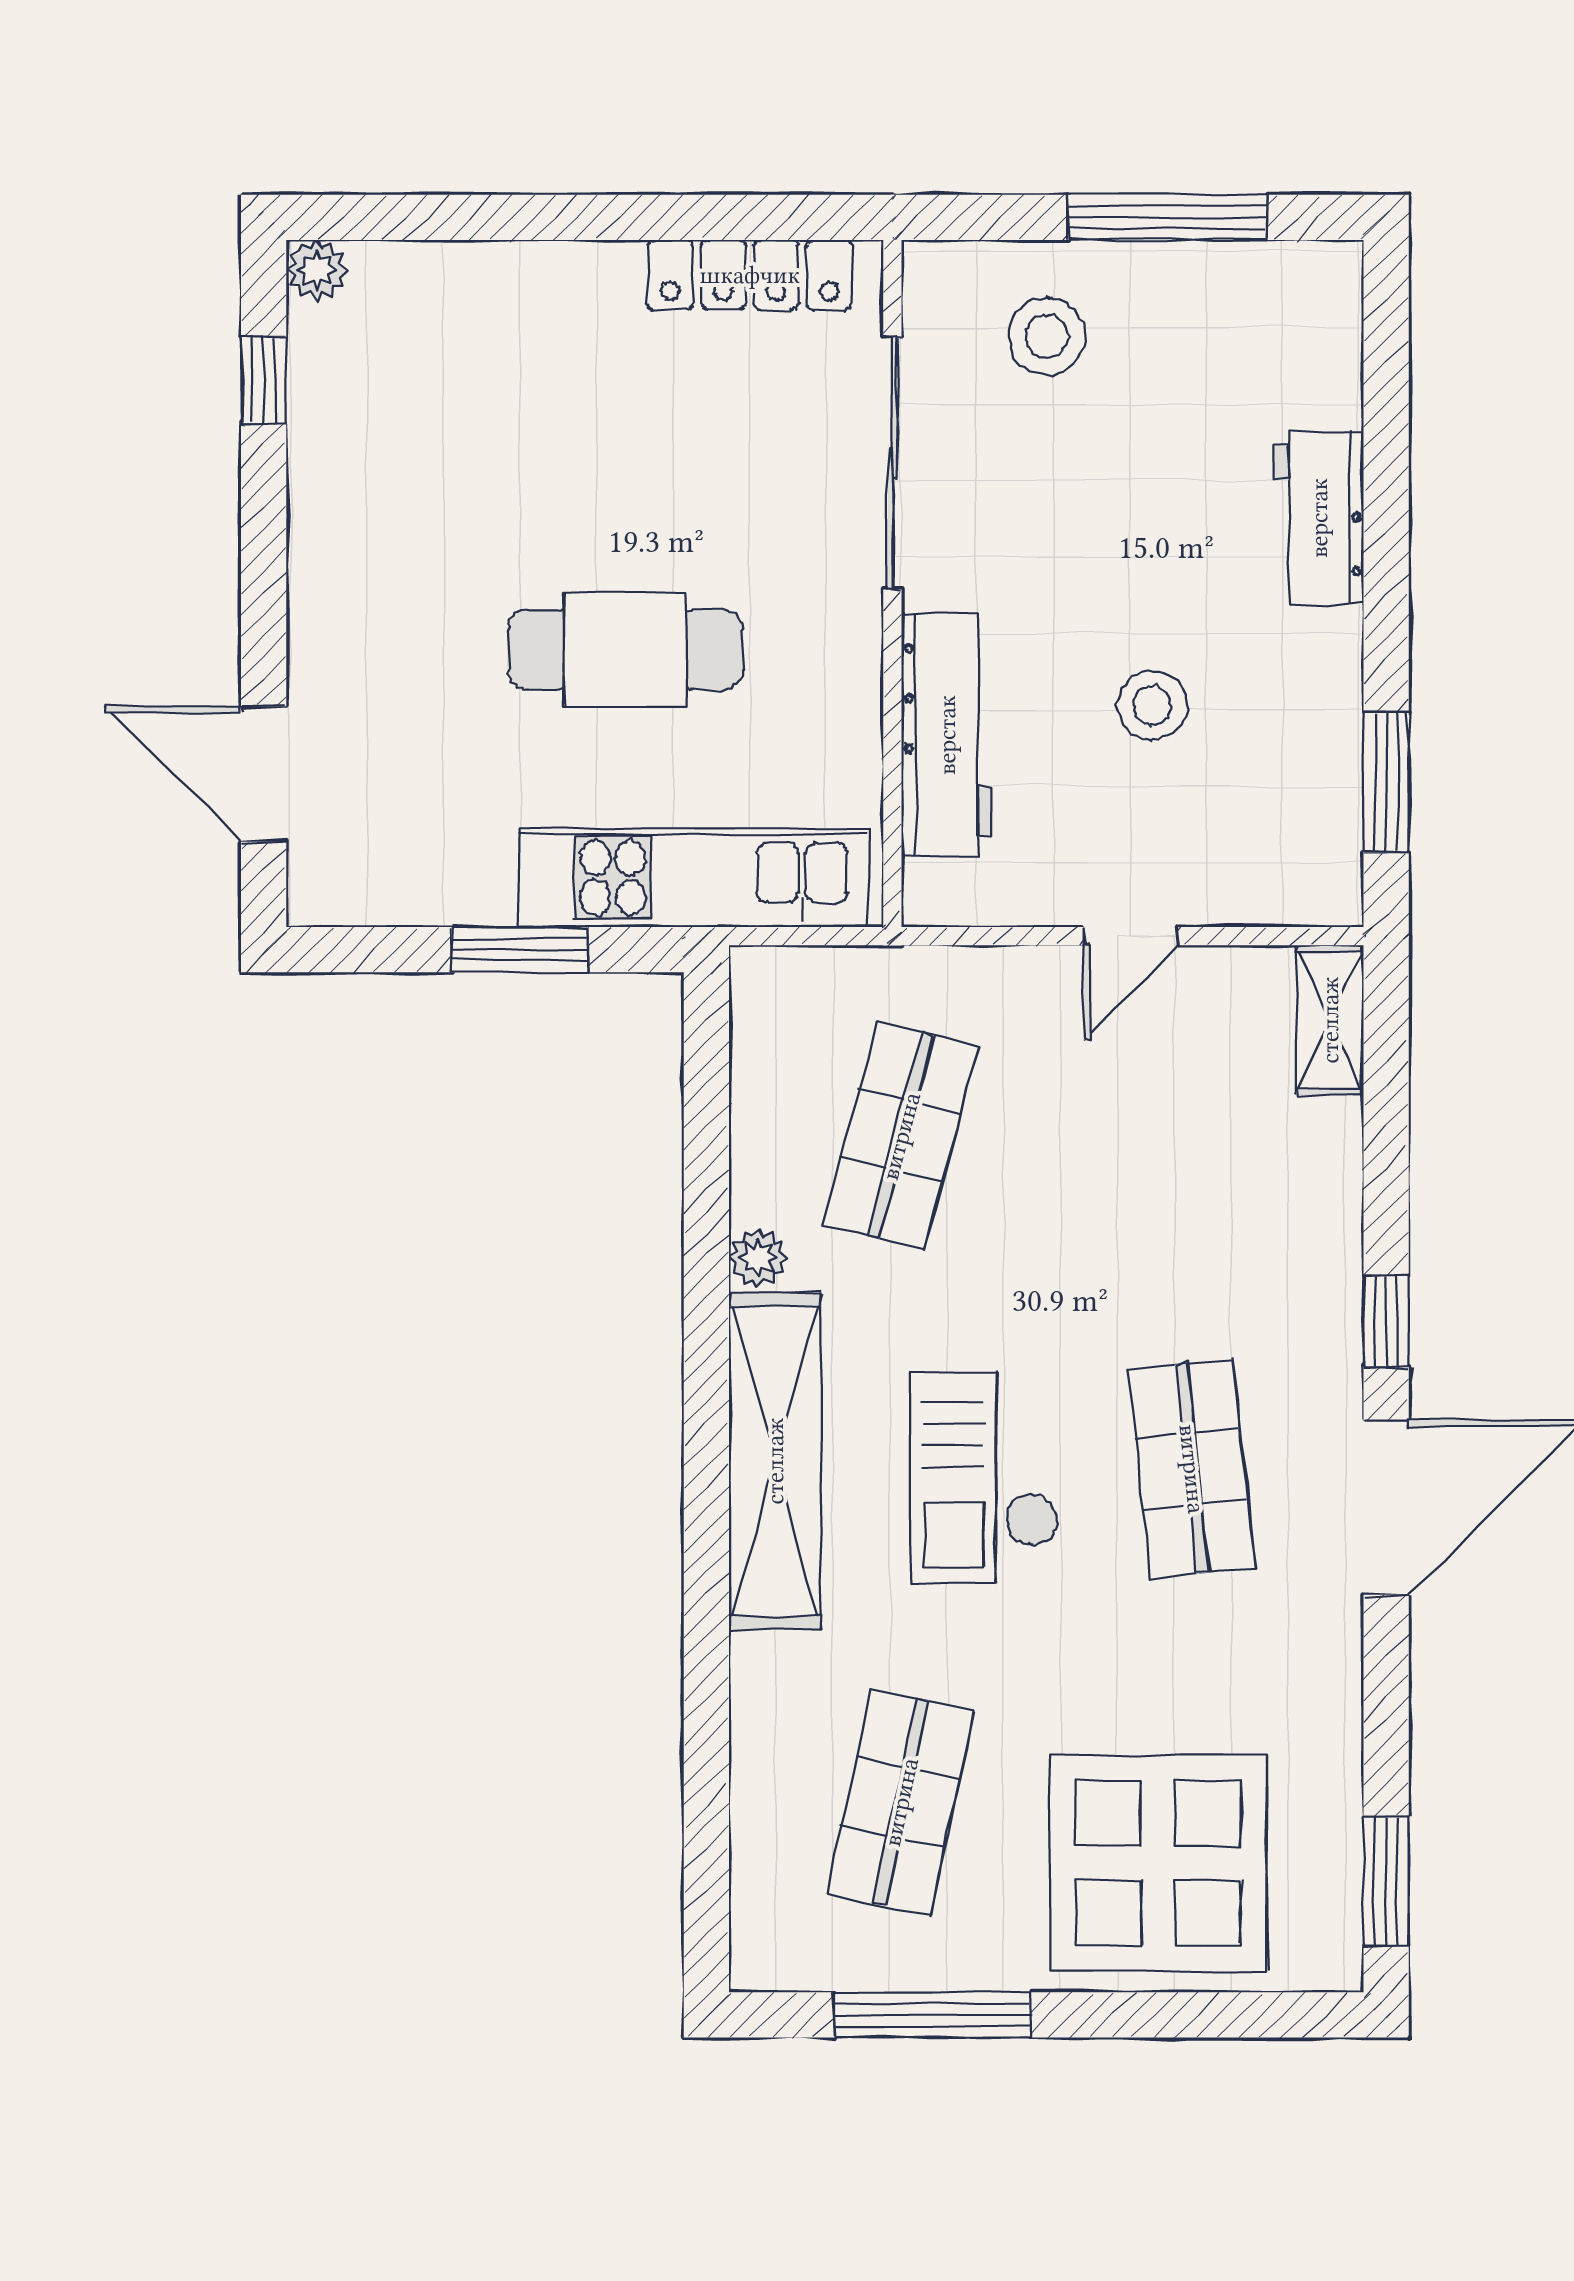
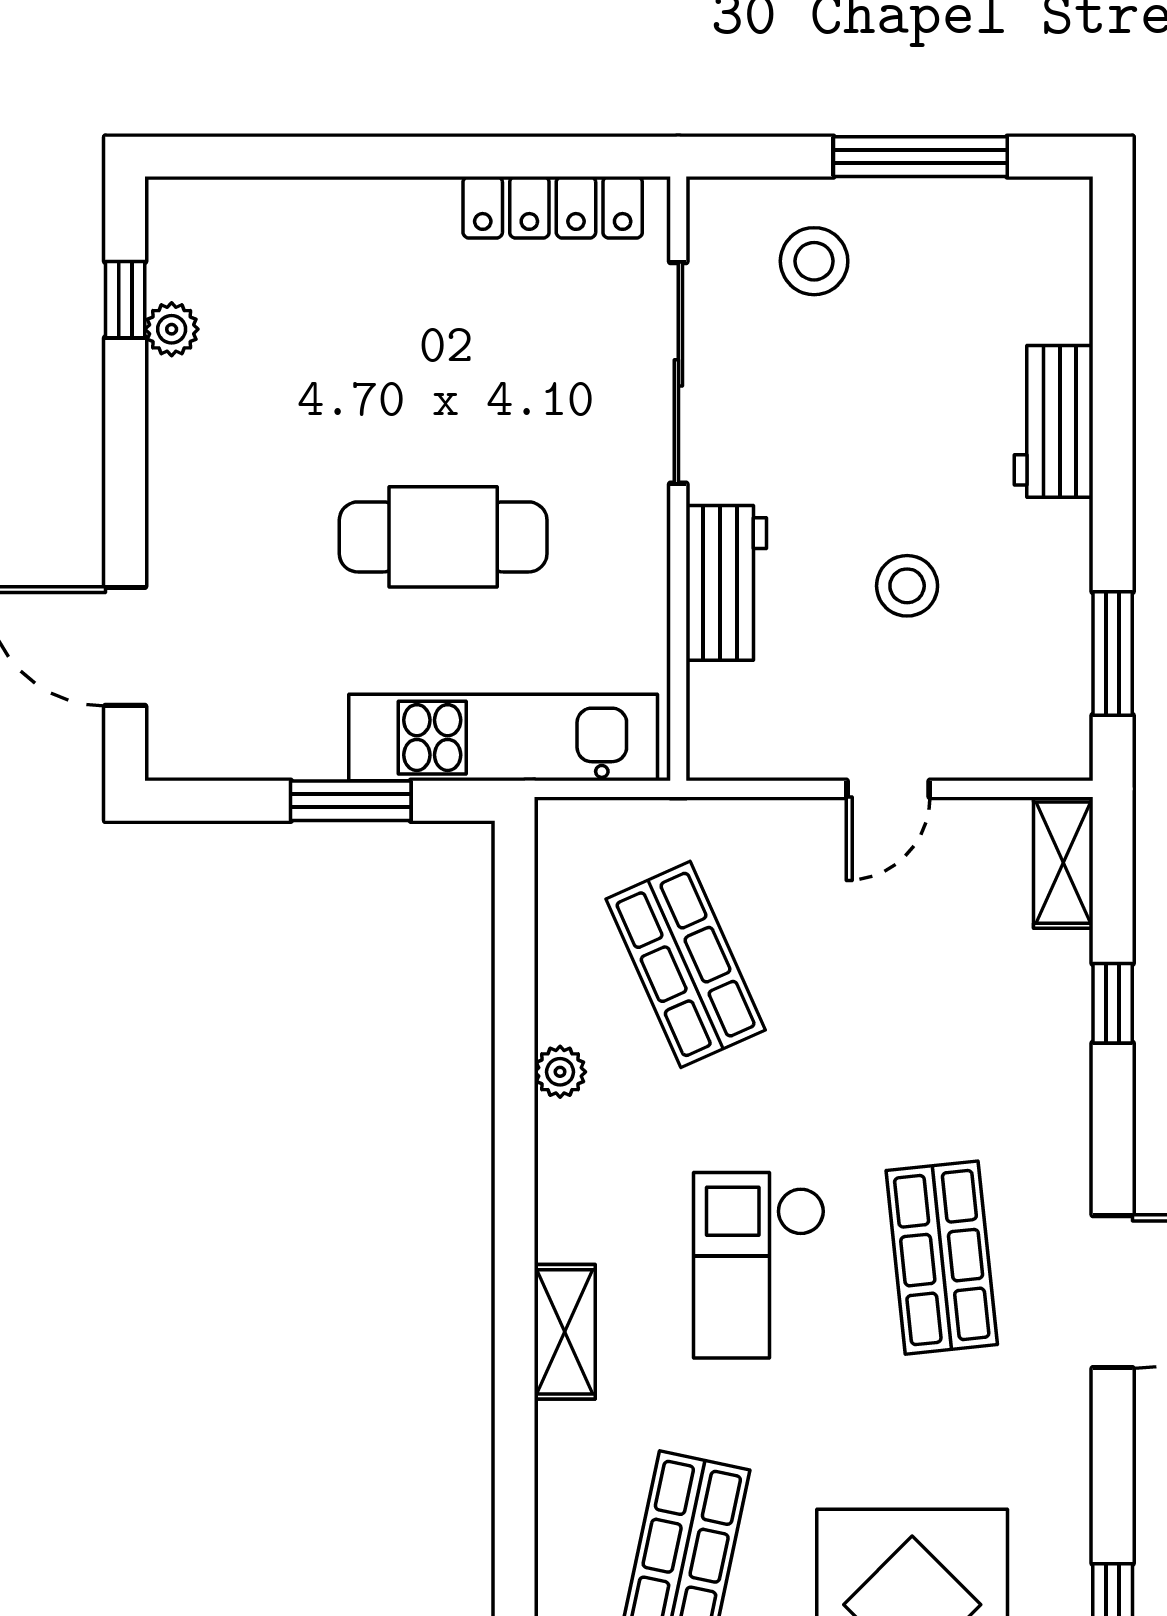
plant: (317, 270) -> (172, 329), moved
workbench: (947, 735) -> (726, 583), width x0.73
shop shelf: (901, 1136) -> (686, 964), turned -39
window: (1386, 1321) -> (1113, 1003), moved
shelving: (775, 1461) -> (565, 1332), width x0.45, depth x0.75

